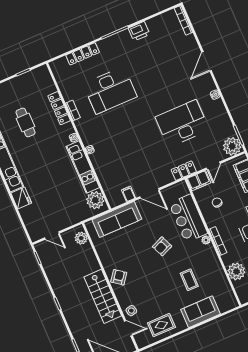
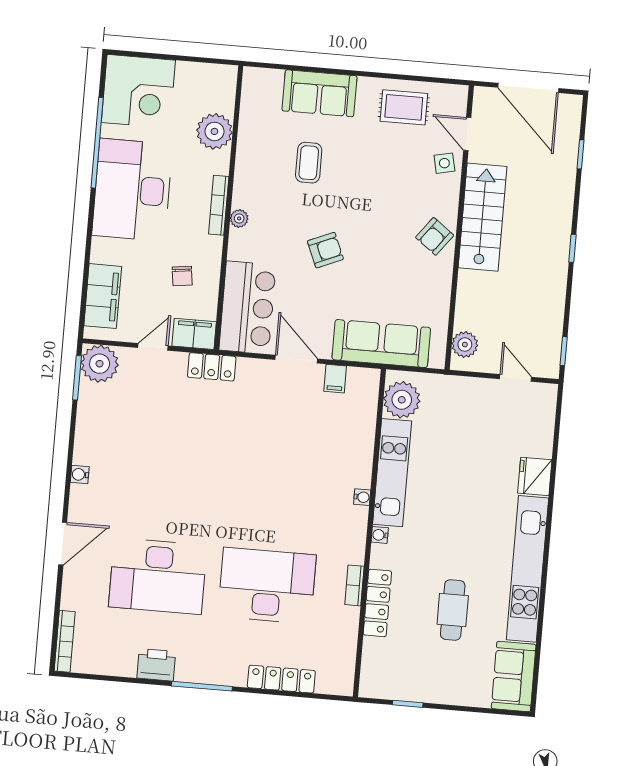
desk: (182, 123) -> (158, 576), moved
bar counter: (188, 218) -> (247, 307), moved

